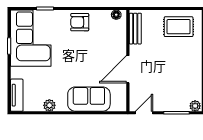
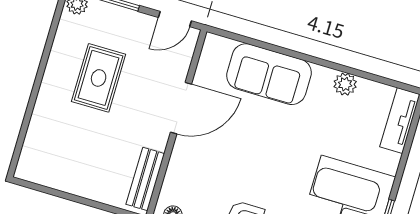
rug: (179, 27) -> (99, 78), moved, turned 90

